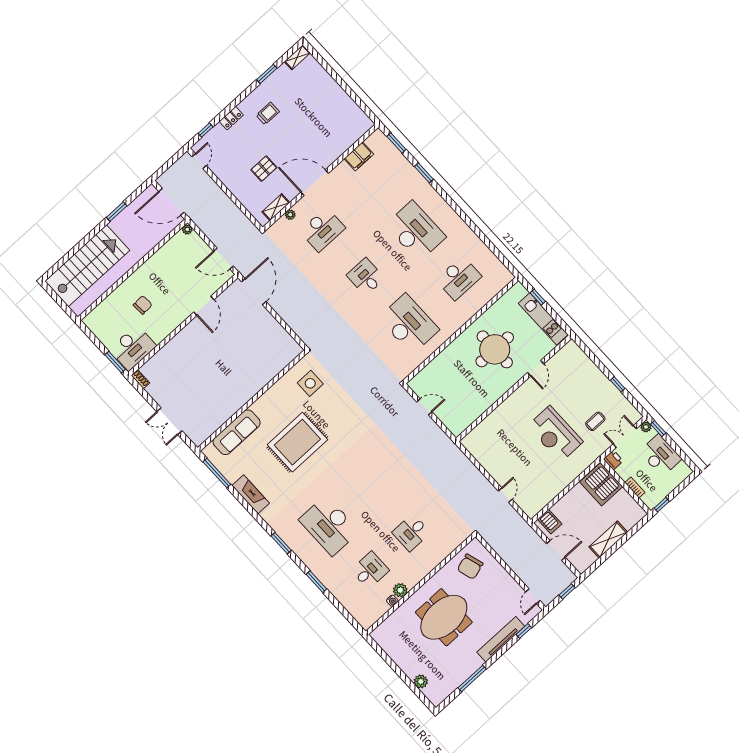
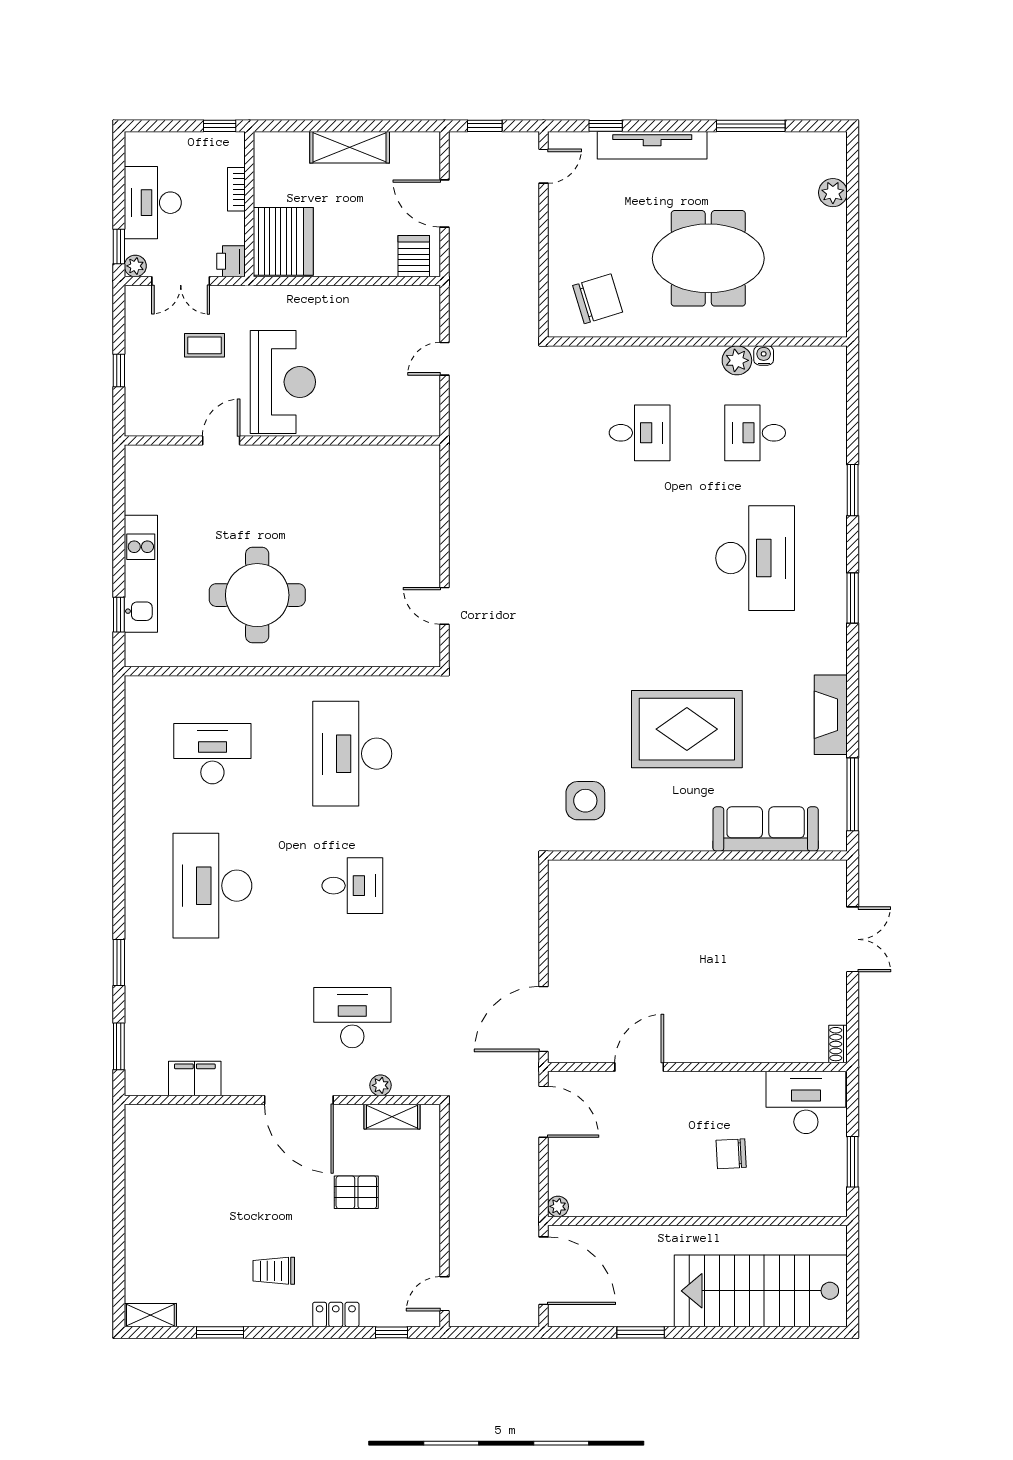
desk: (366, 277) -> (352, 886), turned -90
window: (115, 362) -> (853, 1162), moved
door: (536, 368) -> (221, 440), moved
wall: (514, 388) -> (282, 440), moved

